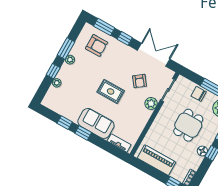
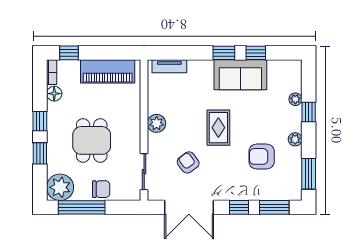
armchair: (97, 45) -> (262, 156), moved
window: (66, 49) -> (309, 174), moved
rug: (111, 91) -> (218, 128), turned 90
plant: (151, 103) -> (157, 123), moved
sofa: (96, 123) -> (240, 75), moved
floor lamp: (202, 151) -> (54, 94), moved

